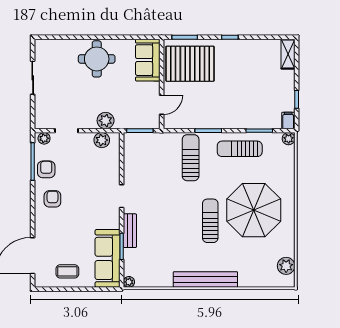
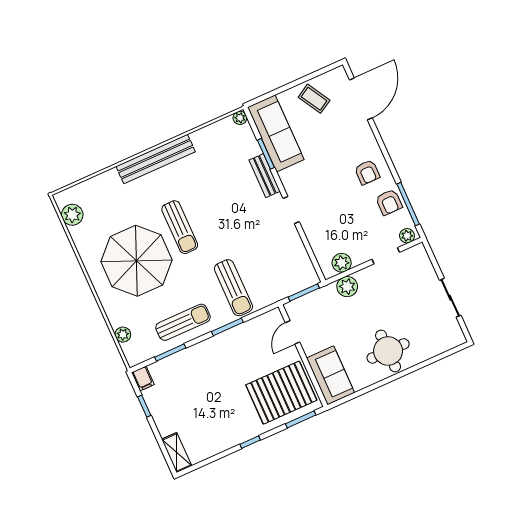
plant: (289, 139) -> (123, 335), moved
coffee table: (67, 271) -> (314, 99), turned 60

